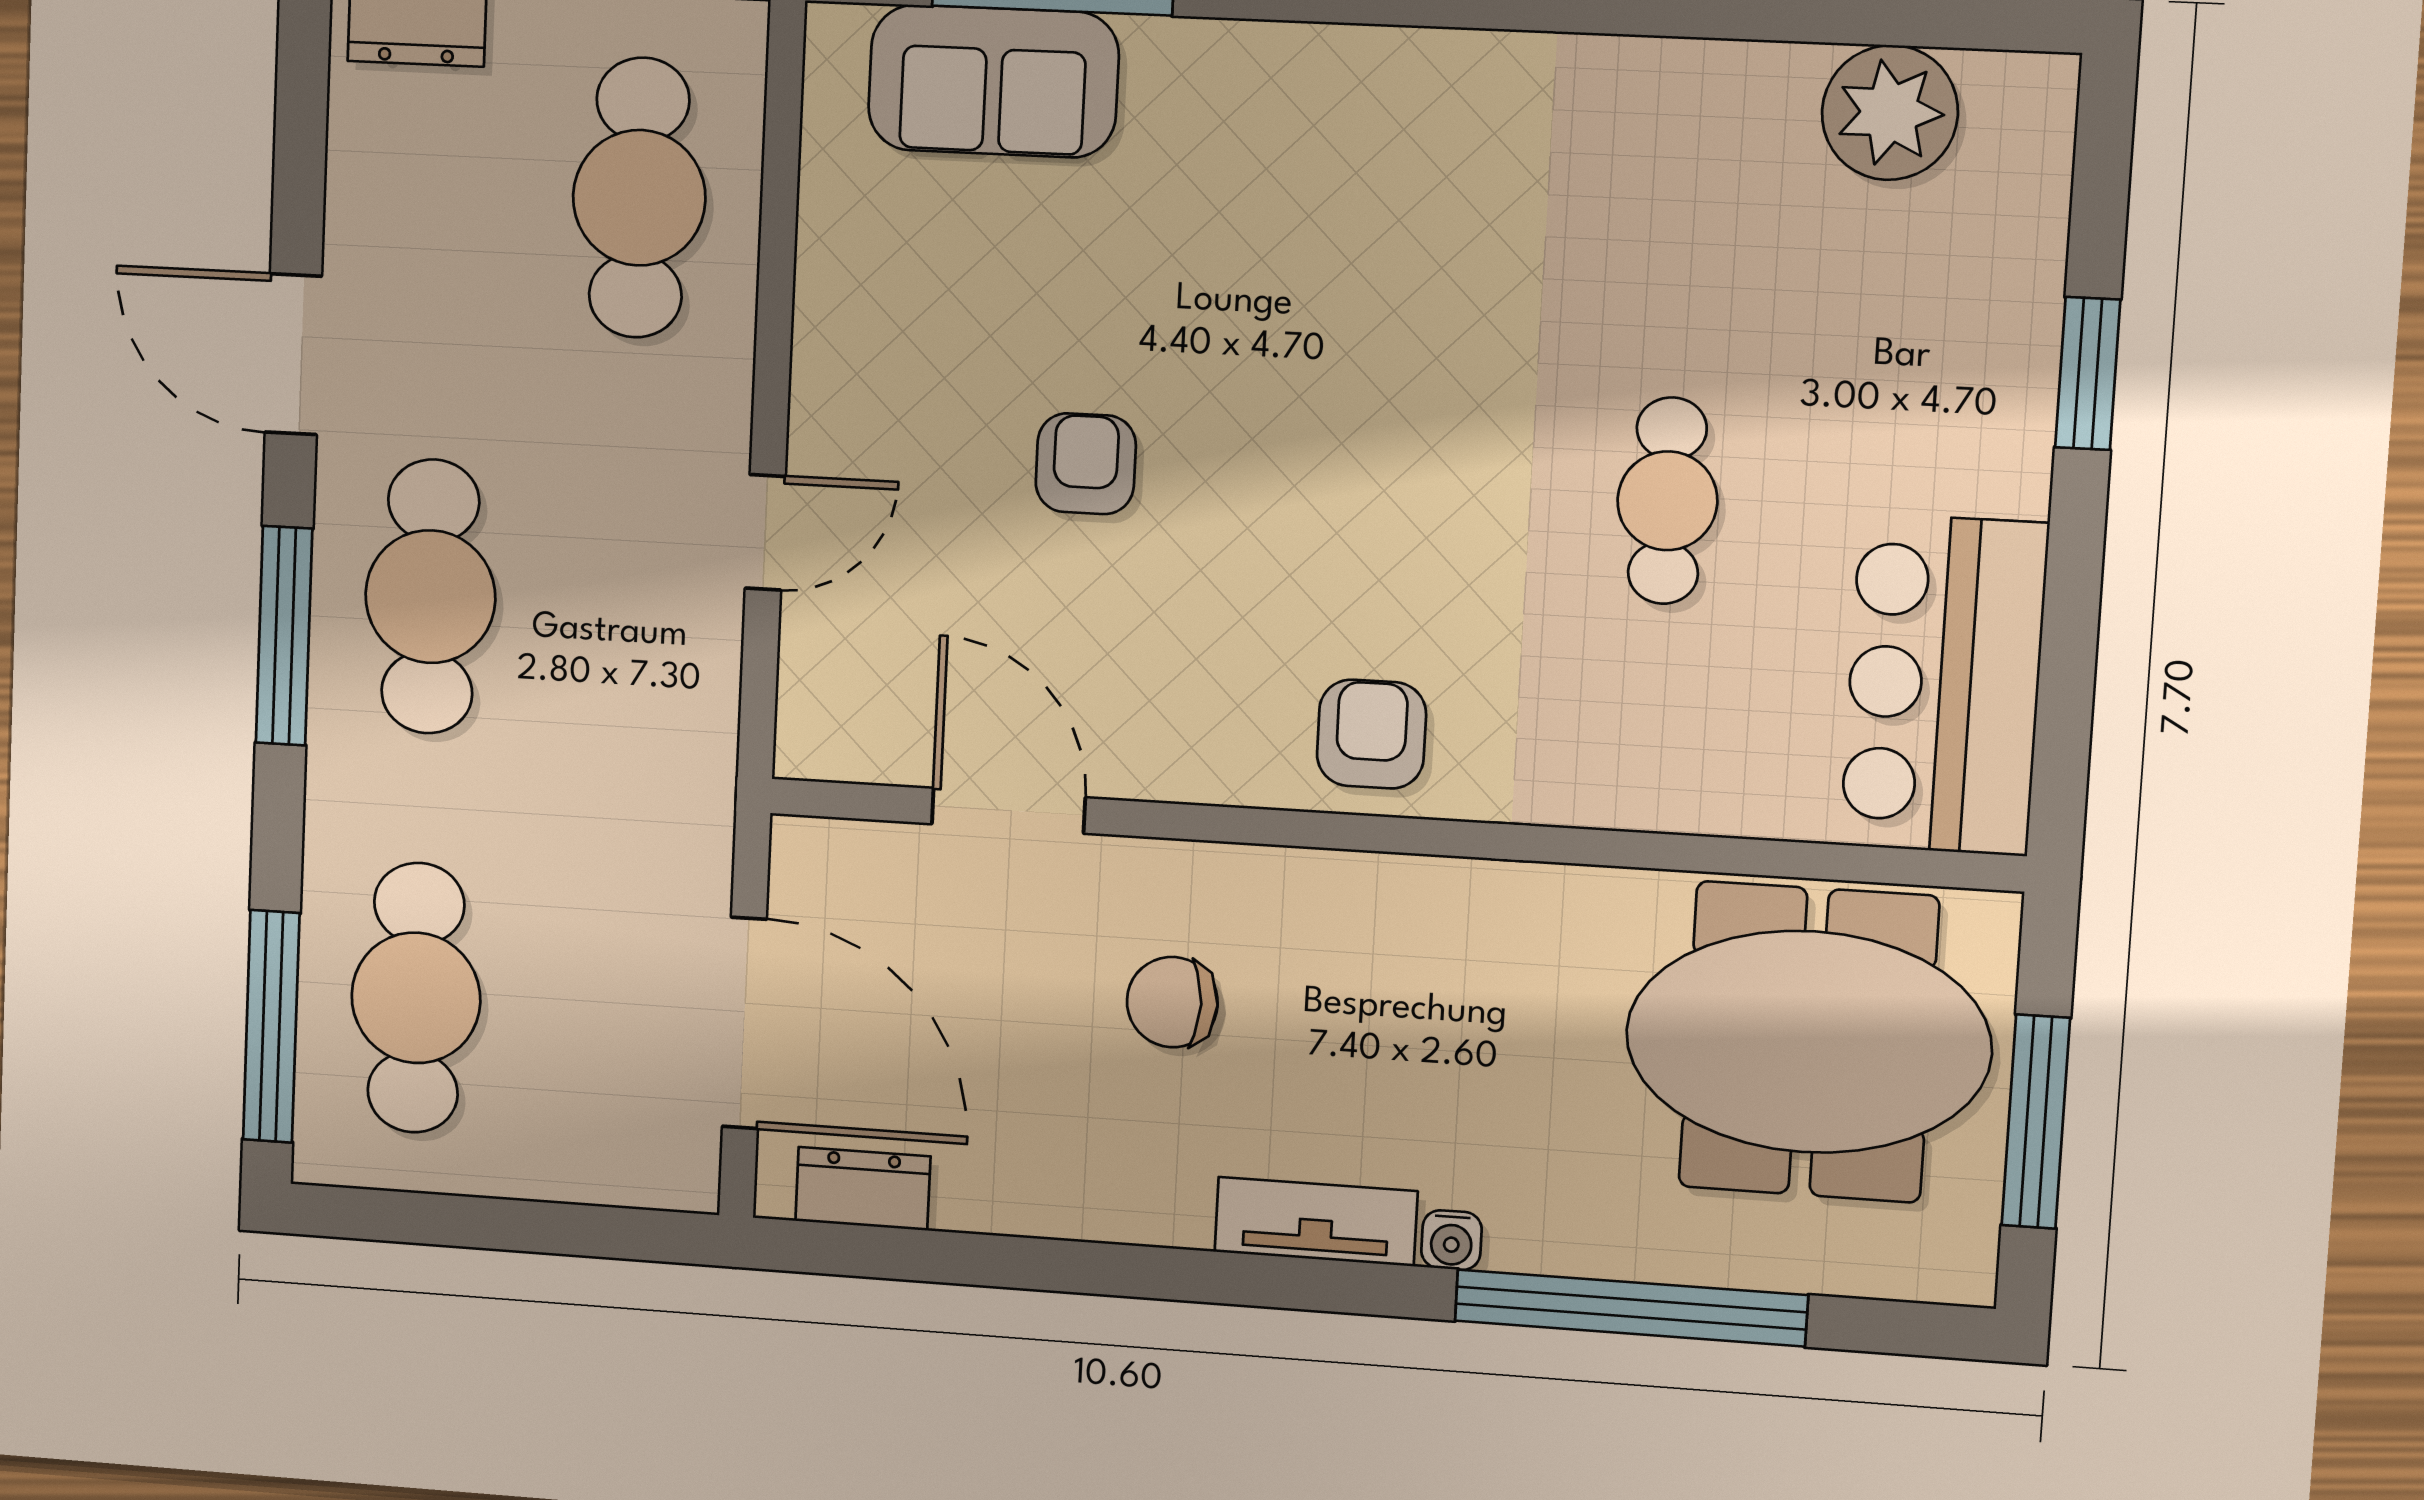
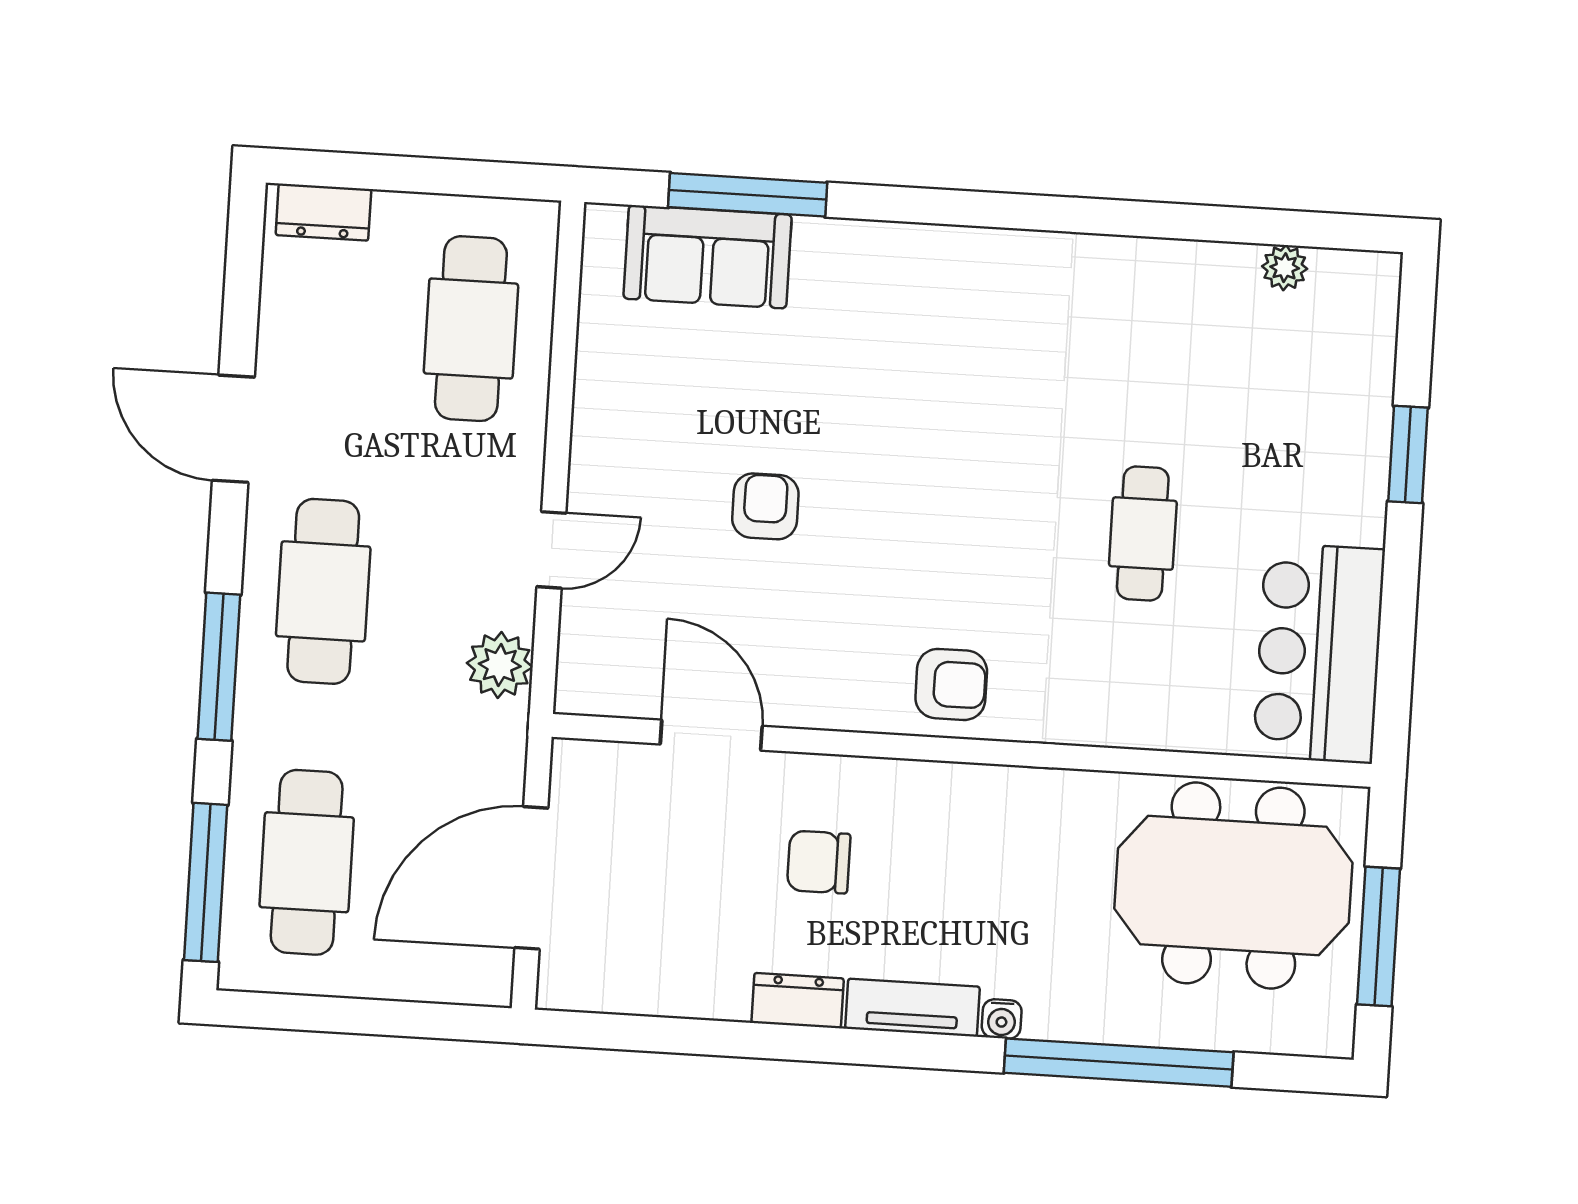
plant: (1890, 113) -> (1285, 268), width x0.53, depth x0.53
window: (284, 636) -> (219, 667), moved
plant: (692, 706) -> (500, 665), added
armchair: (1371, 734) -> (951, 684), turned 90
door: (744, 1023) -> (531, 878), swing flipped
dresser: (863, 1189) -> (798, 1001), moved

